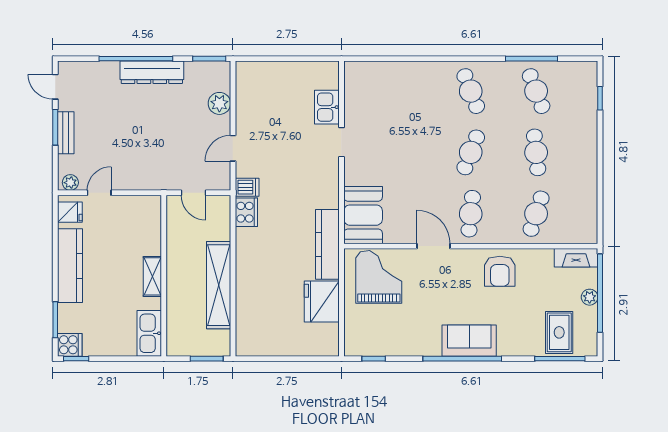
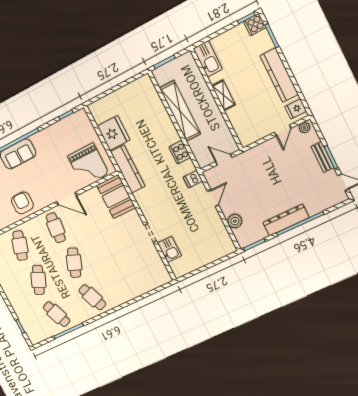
cafe table: (536, 152) -> (38, 280), turned 30
cooker: (246, 212) -> (180, 152), moved

